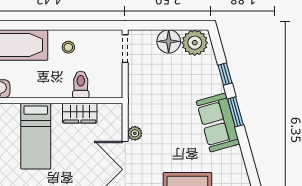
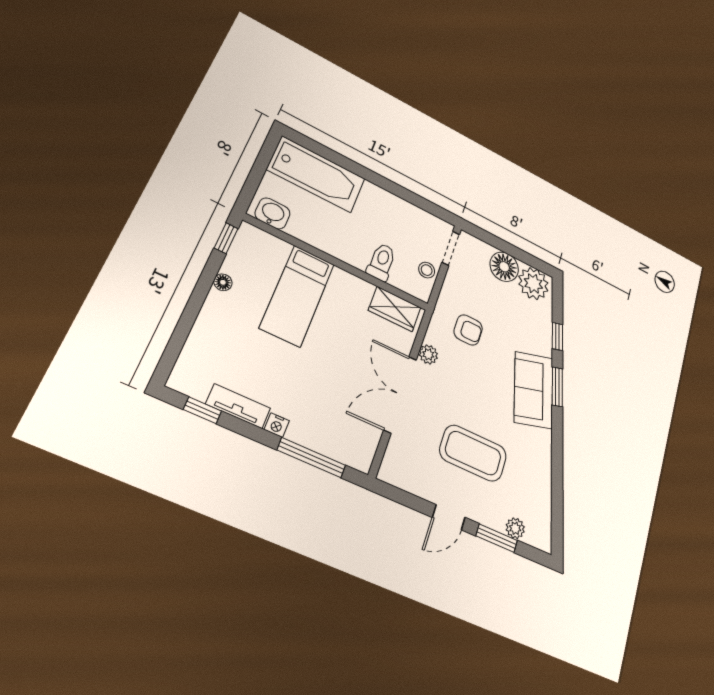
stool: (68, 47) -> (427, 270), moved
armchair: (157, 102) -> (468, 330), added
wardrobe: (80, 113) -> (395, 309), moved

